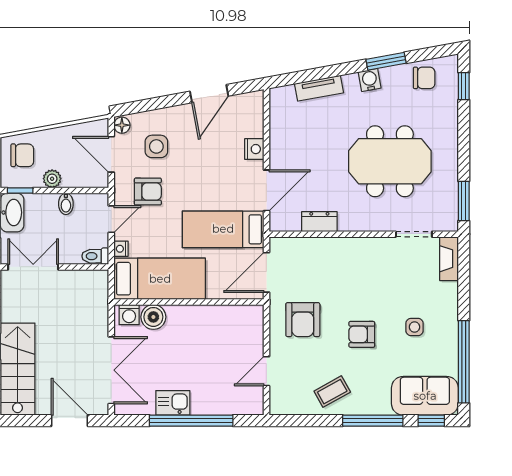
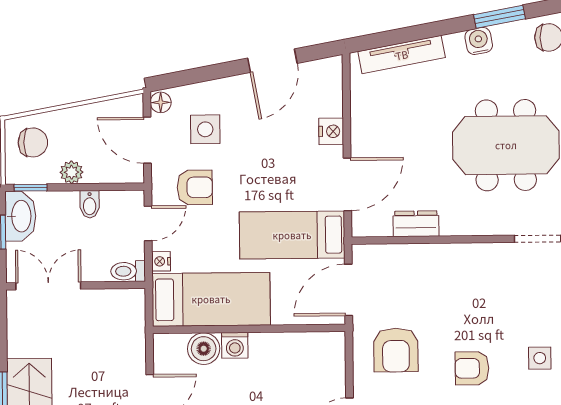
tv unit: (319, 88) -> (402, 55), width x1.41
washing machine: (129, 315) -> (235, 345), moved

